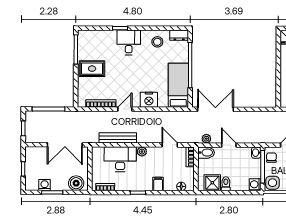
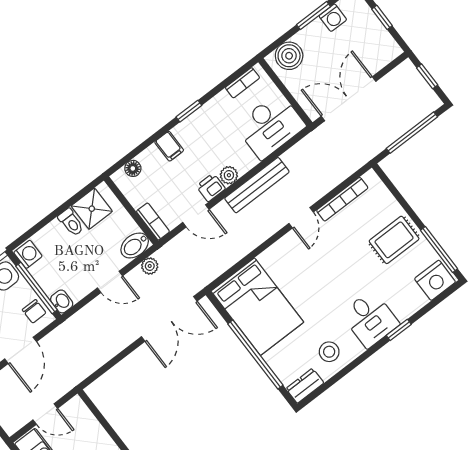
bed: (178, 85) -> (257, 307), width x1.50
nightstand: (149, 100) -> (435, 280), moved, turned 180
bench: (118, 138) -> (257, 185), moved
printer: (154, 152) -> (211, 187), added
desk: (120, 159) -> (270, 126), moved

